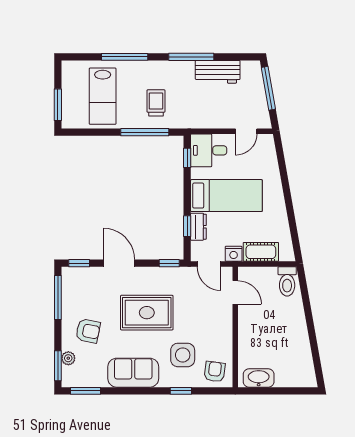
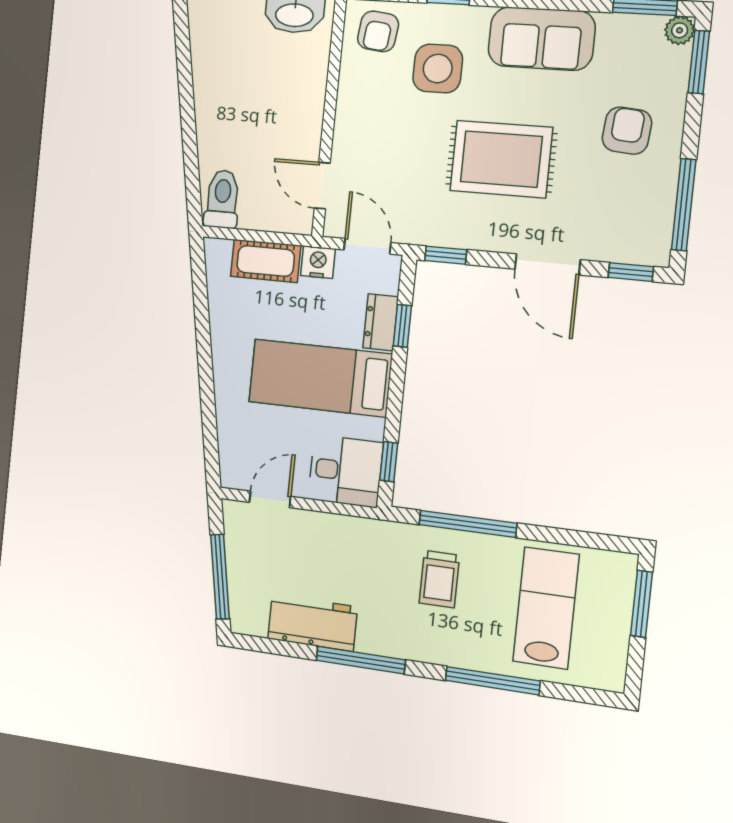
armchair: (88, 331) -> (627, 131), turned 84
plant: (68, 358) -> (680, 30), moved

